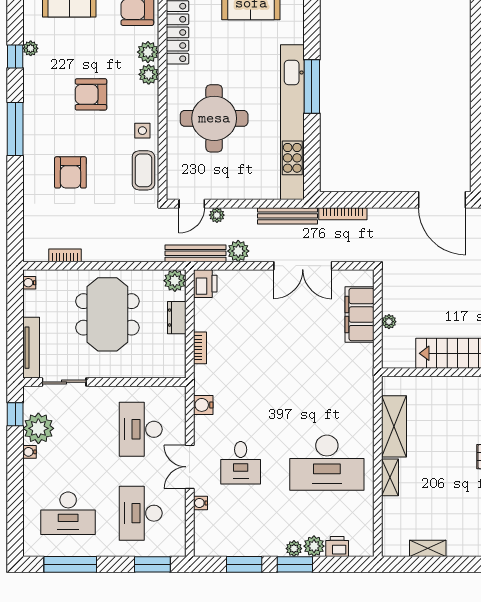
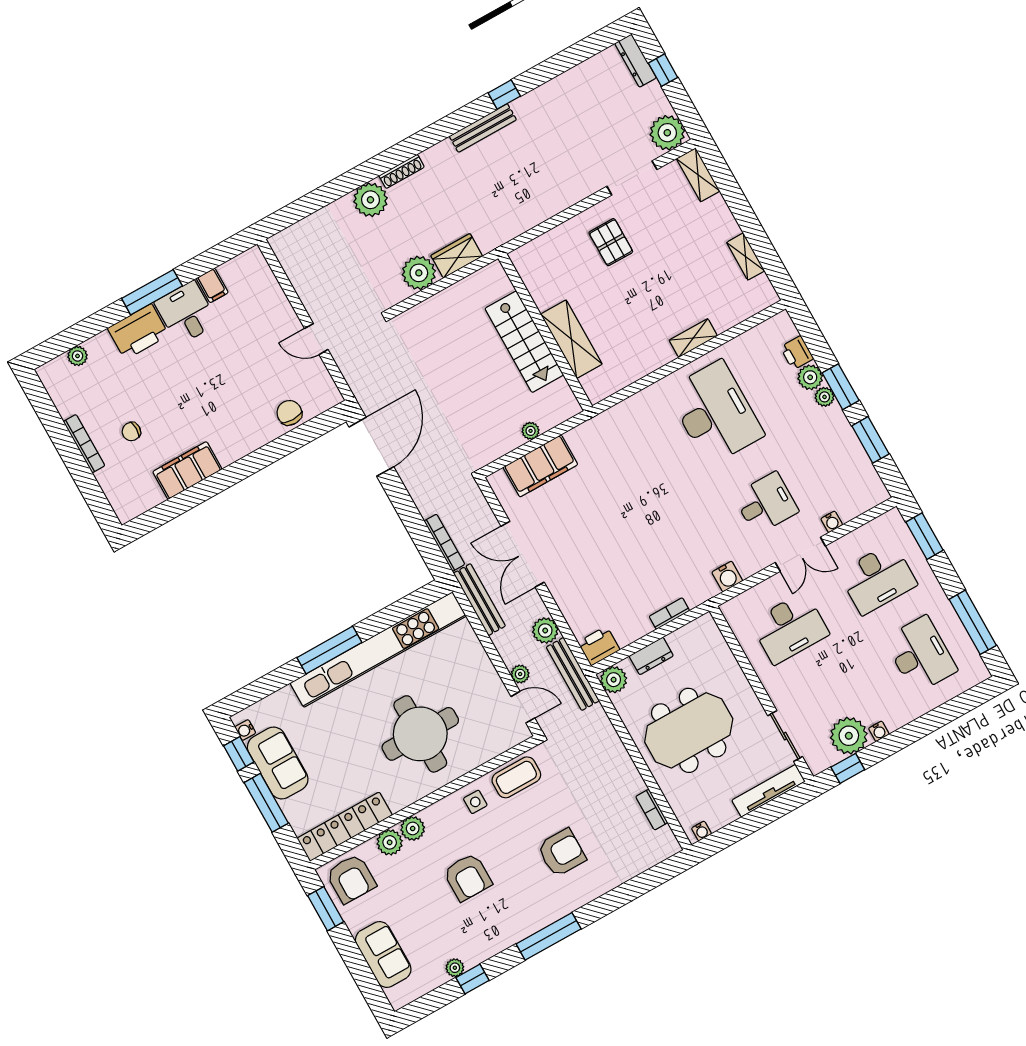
double door: (303, 266) -> (523, 554), swing flipped
shelving: (394, 426) -> (571, 339), moved, turned 90

